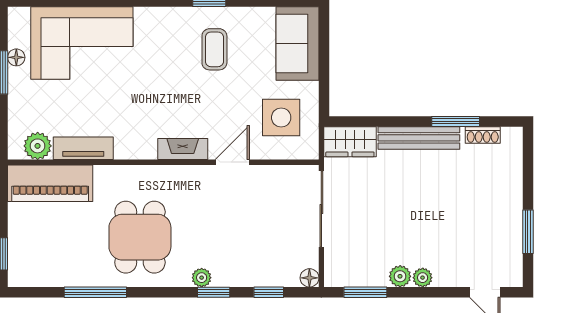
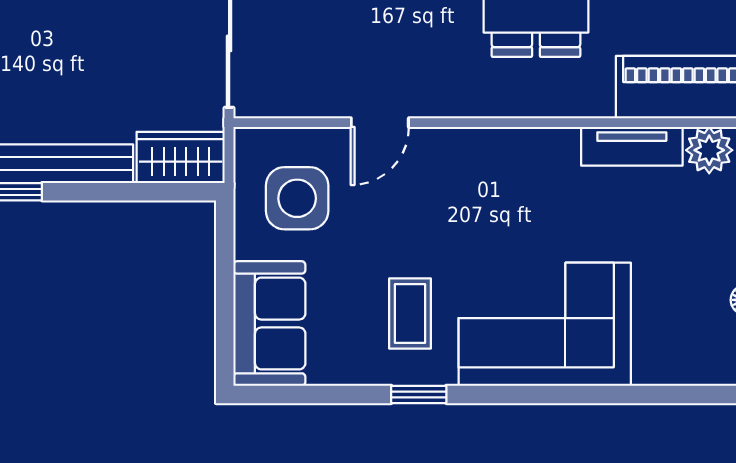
corner sofa: (82, 43) -> (545, 324), moved
fireplace: (183, 149) -> (464, 145), removed

